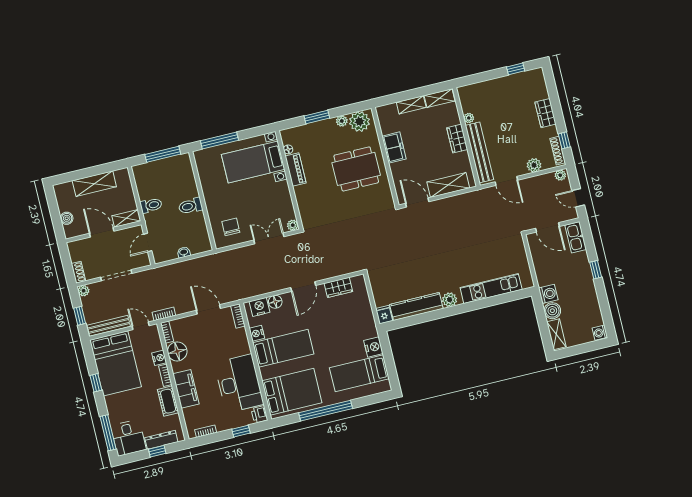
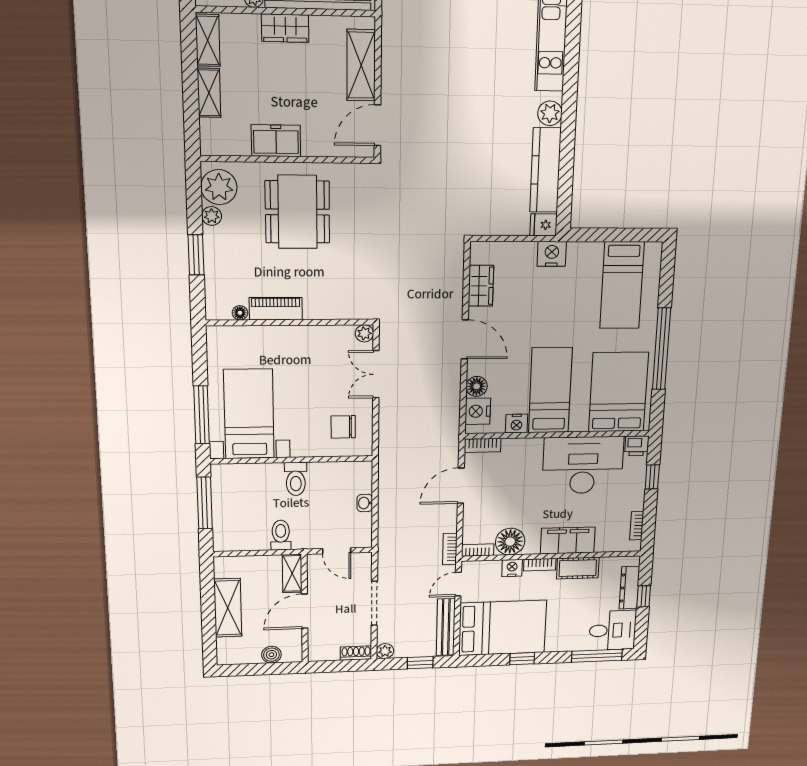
bed with nightstands: (253, 162) -> (249, 414), moved, turned 180
nightstand: (373, 347) -> (552, 254), moved

